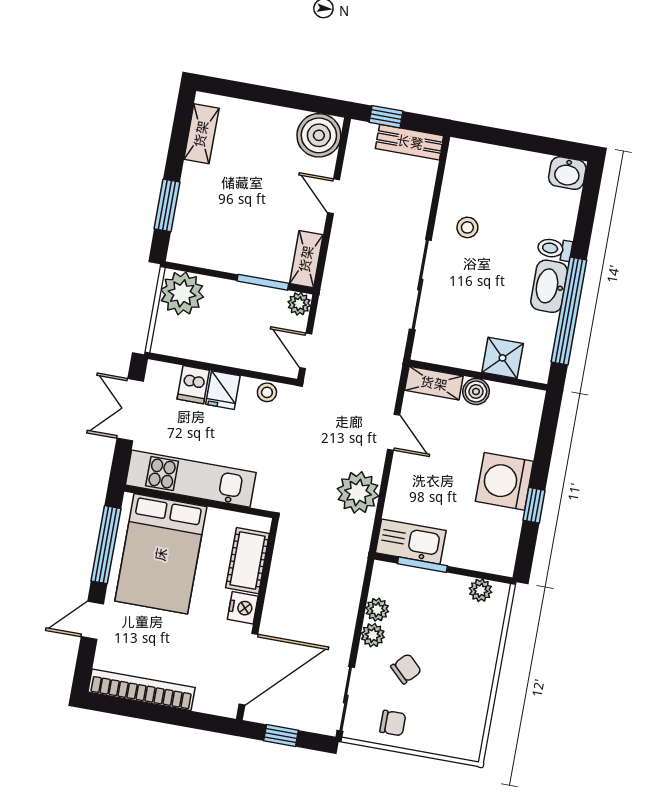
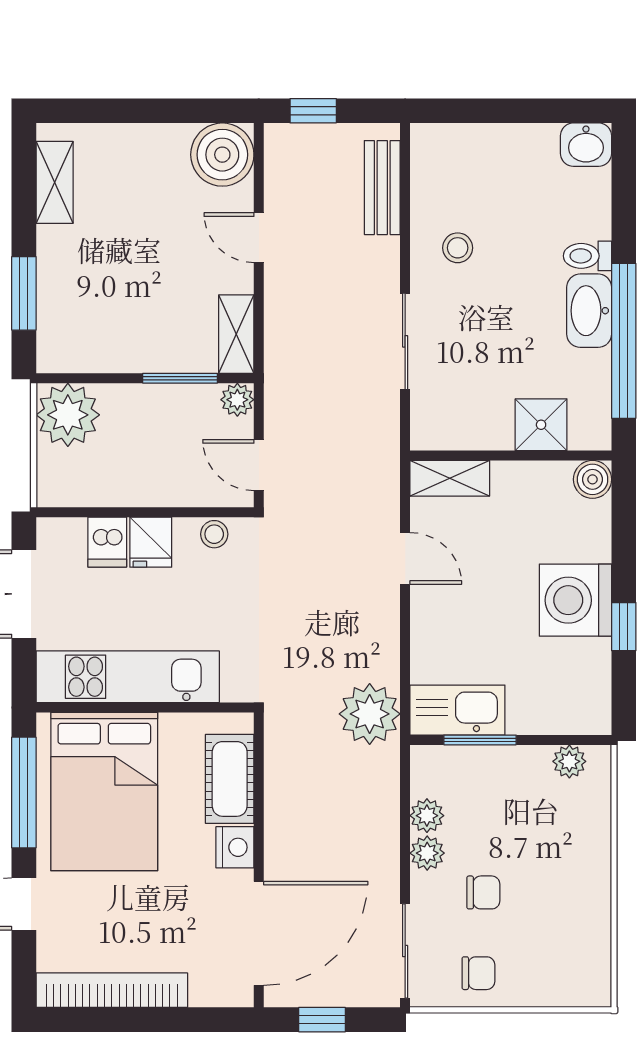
bench: (410, 142) -> (382, 188), moved, turned 90
sliding door: (420, 285) -> (405, 341), width x0.73
boiler: (476, 392) -> (593, 479), moved
plant: (358, 492) -> (370, 714), moved
chair: (406, 669) -> (483, 892), turned 46

